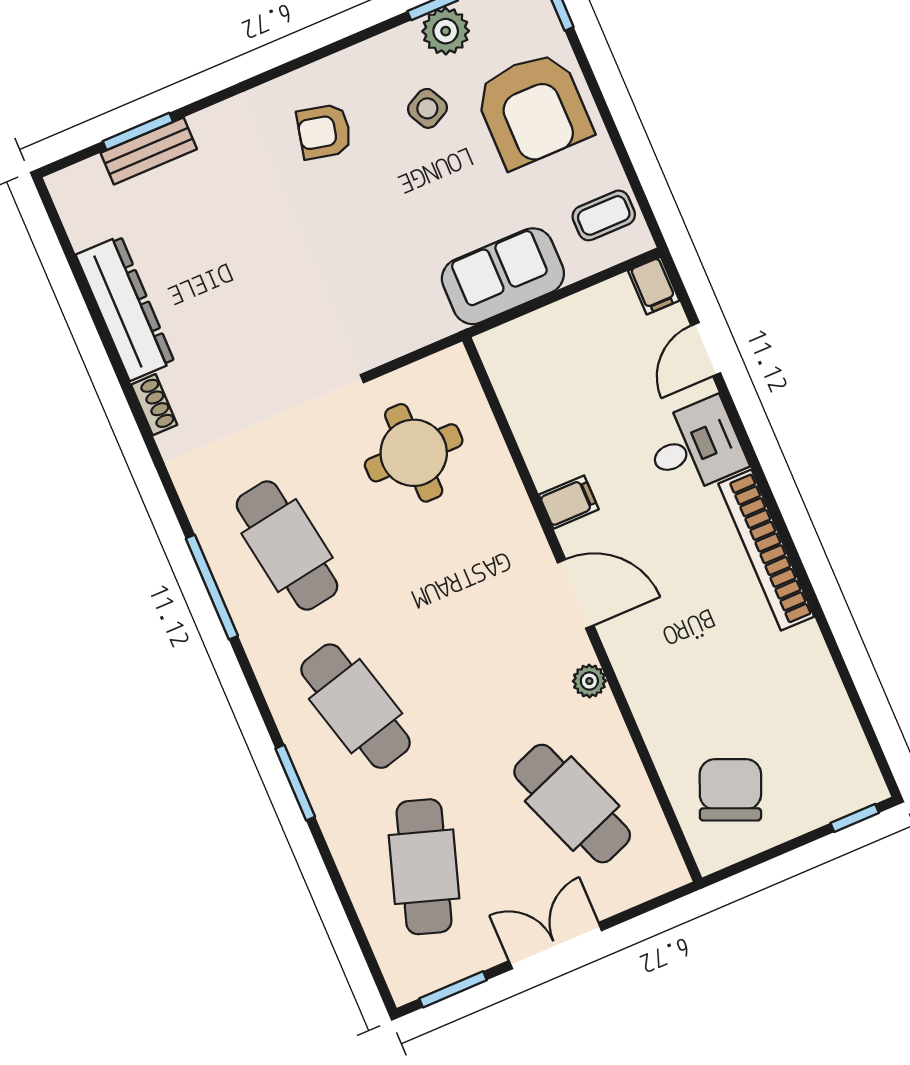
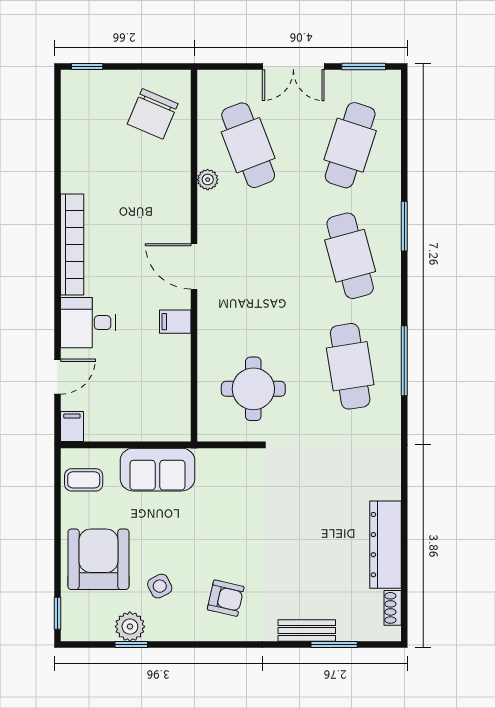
bench: (149, 151) -> (307, 630), moved
shoe rack: (154, 405) -> (393, 608), moved
plant: (589, 681) -> (208, 180), moved

